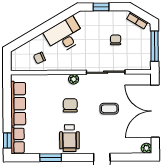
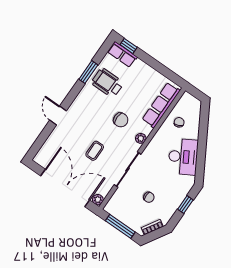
row of seats: (18, 104) -> (161, 105), moved, turned 90
wheelchair: (69, 138) -> (107, 83), moved
plant: (146, 148) -> (98, 200), moved

